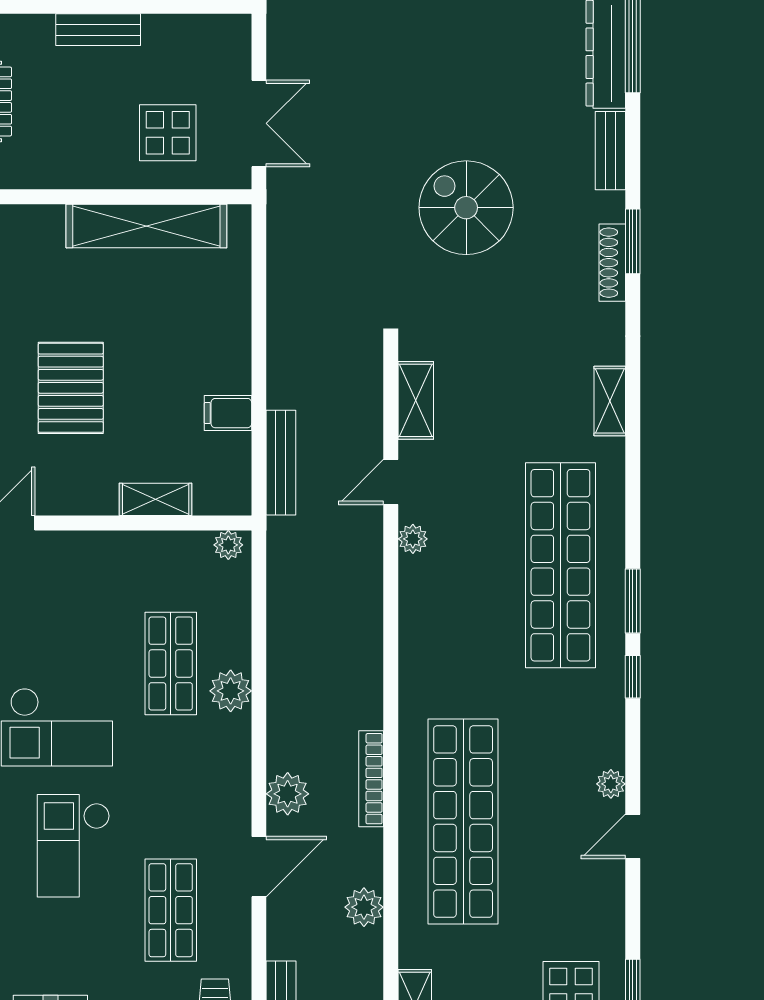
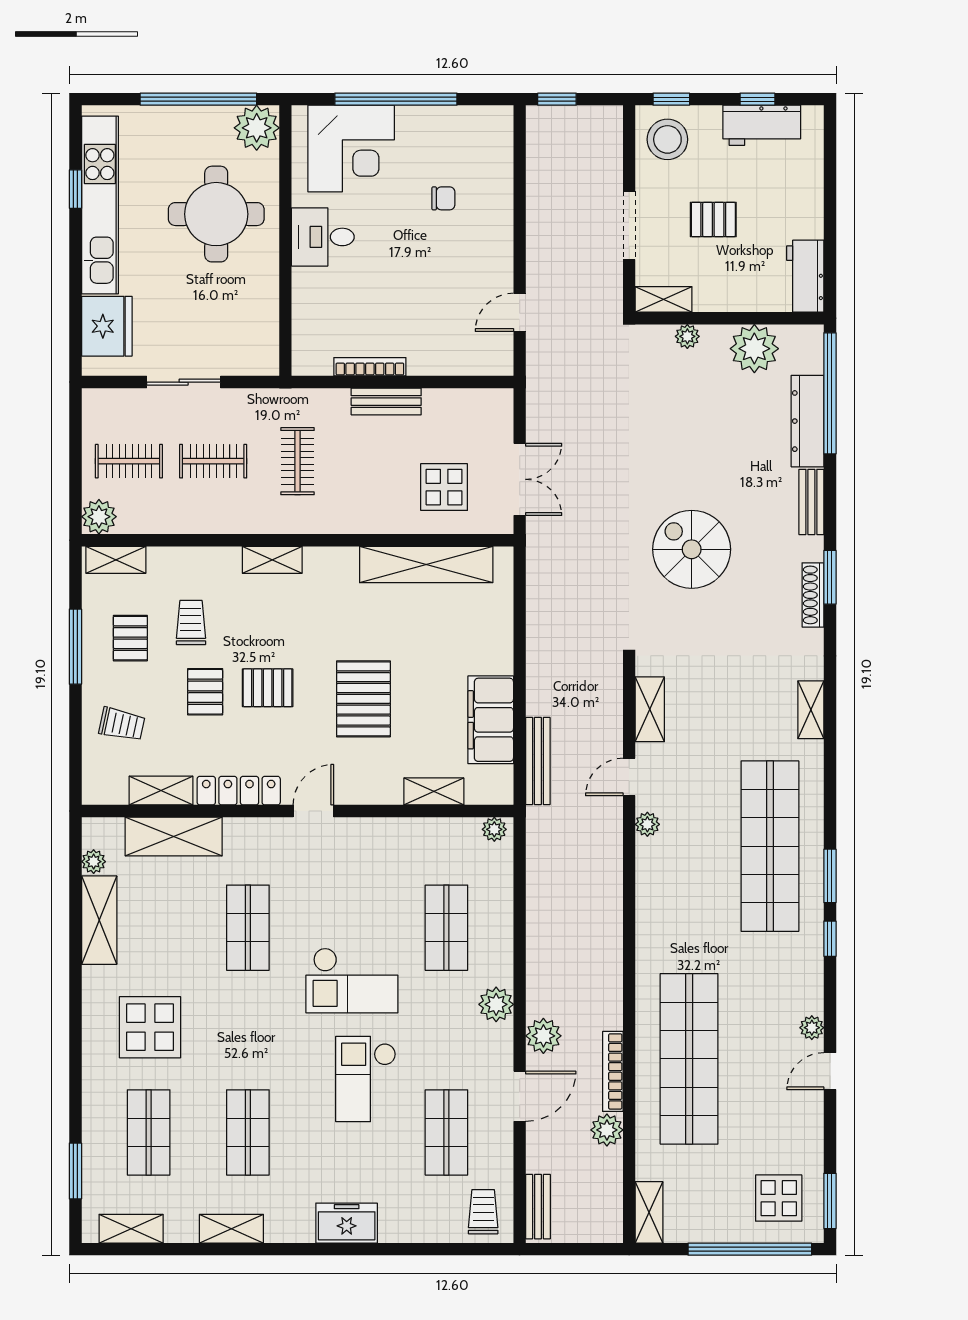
filing cabinet: (228, 413) -> (491, 720), width x3.00, depth x1.17
plant: (231, 691) -> (496, 1004), moved
bookcase: (371, 779) -> (613, 1071), moved

